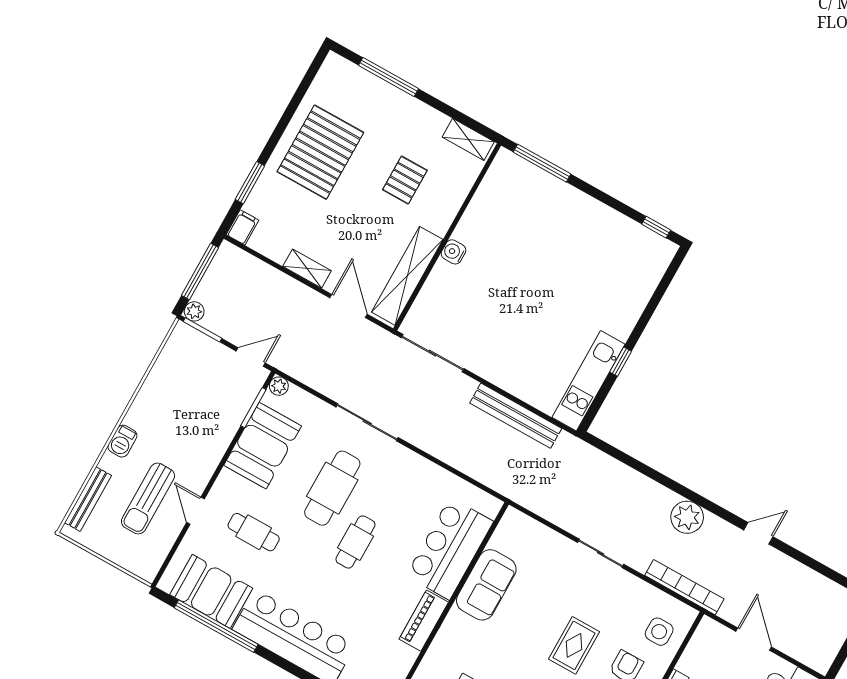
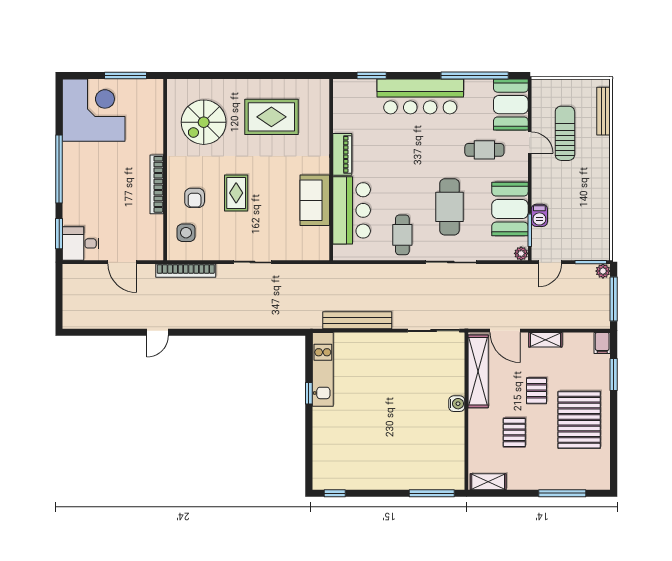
pallet: (351, 214) -> (537, 391), added
barbecue: (122, 441) -> (539, 215), moved, turned 180
plant: (687, 517) -> (209, 317), removed
cafe table: (355, 542) -> (402, 235), moved
booth: (211, 591) -> (511, 105), moved, turned 90

